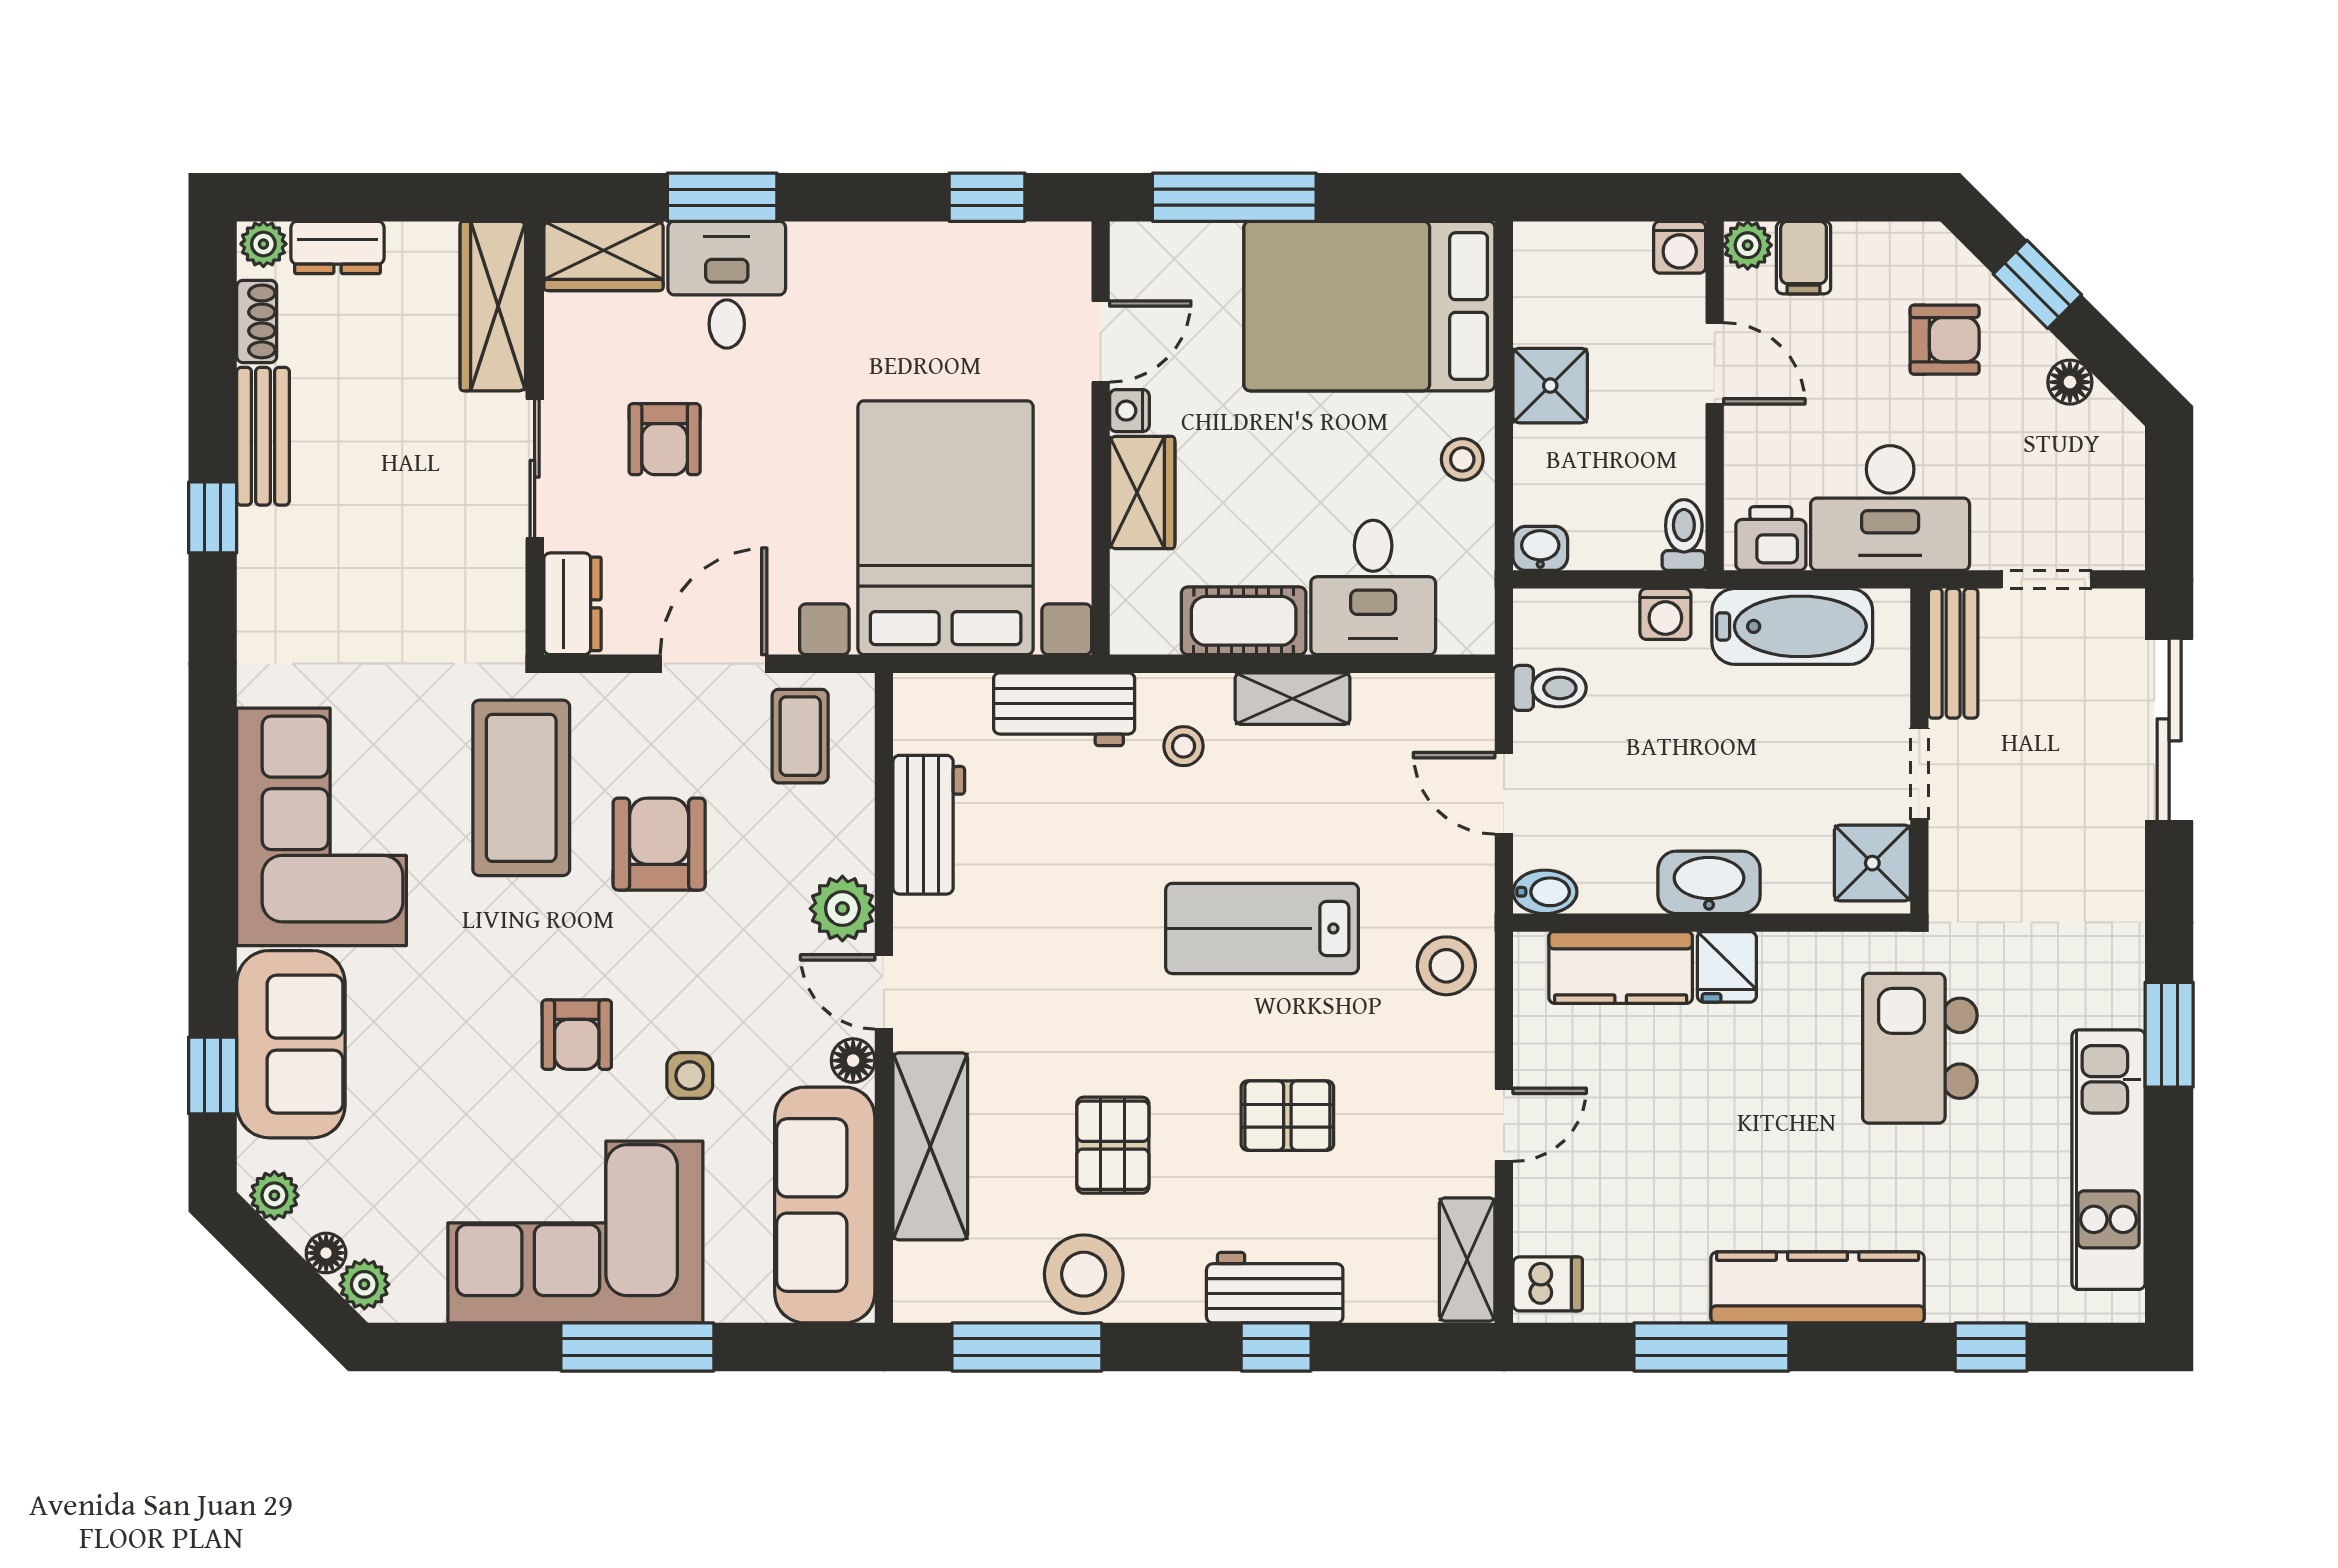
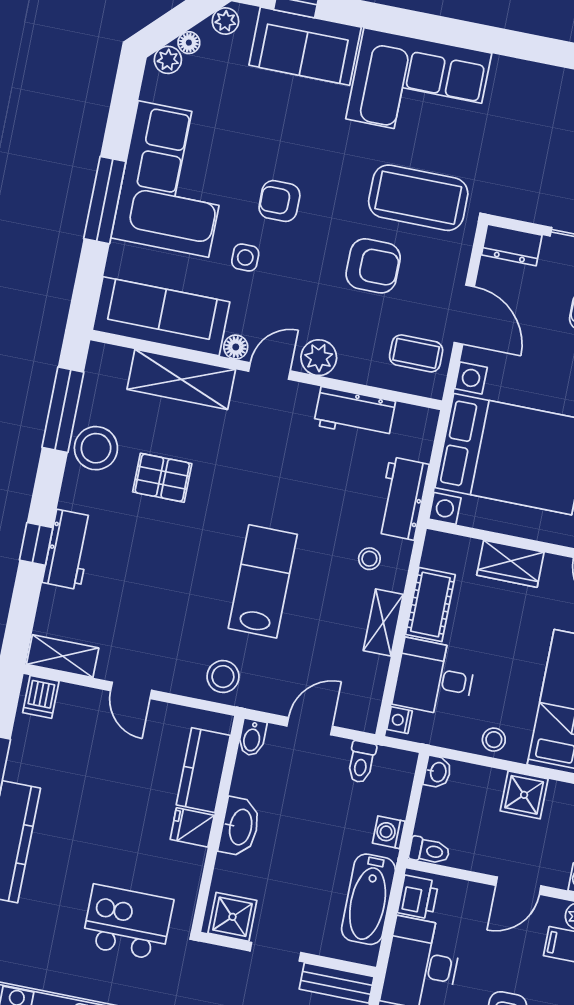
nightstand: (1129, 411) -> (399, 720), moved, turned -90
pallet: (1287, 1116) -> (159, 575), removed

